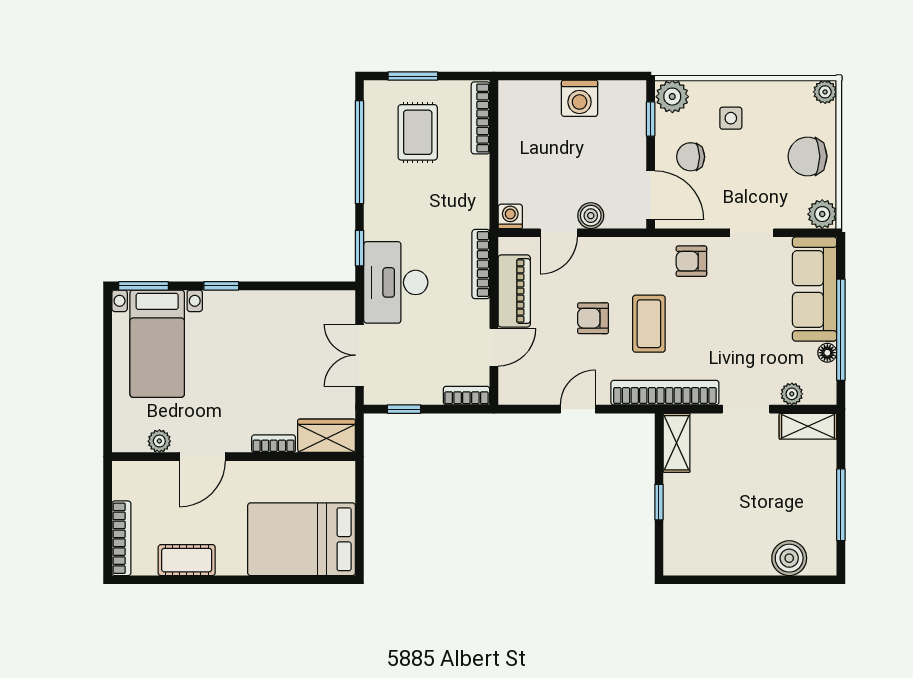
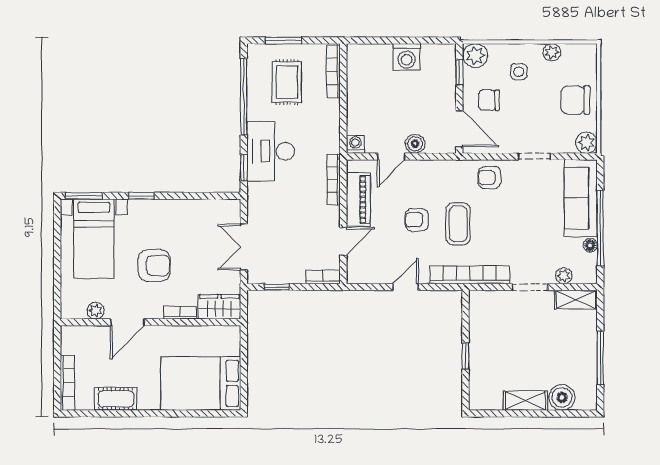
plant: (825, 92) -> (552, 52), moved
desk: (396, 282) -> (271, 151), moved
armchair: (239, 380) -> (154, 266), added
shelving: (676, 443) -> (525, 400), moved, turned 90

